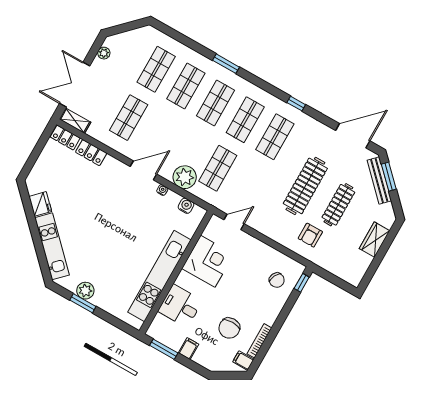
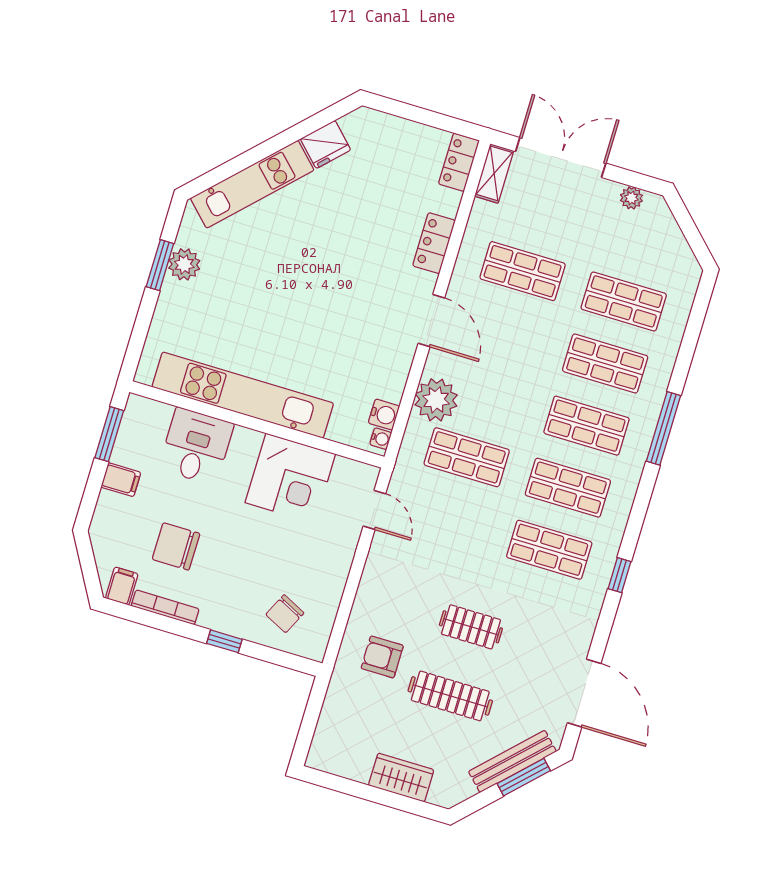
window: (226, 64) -> (664, 428), width x1.44
locker: (91, 153) -> (434, 243), moved
clothes rail: (305, 186) -> (471, 627), width x0.54, depth x0.76
water cooler: (162, 190) -> (381, 439), moved
window: (302, 283) -> (224, 641), moved

